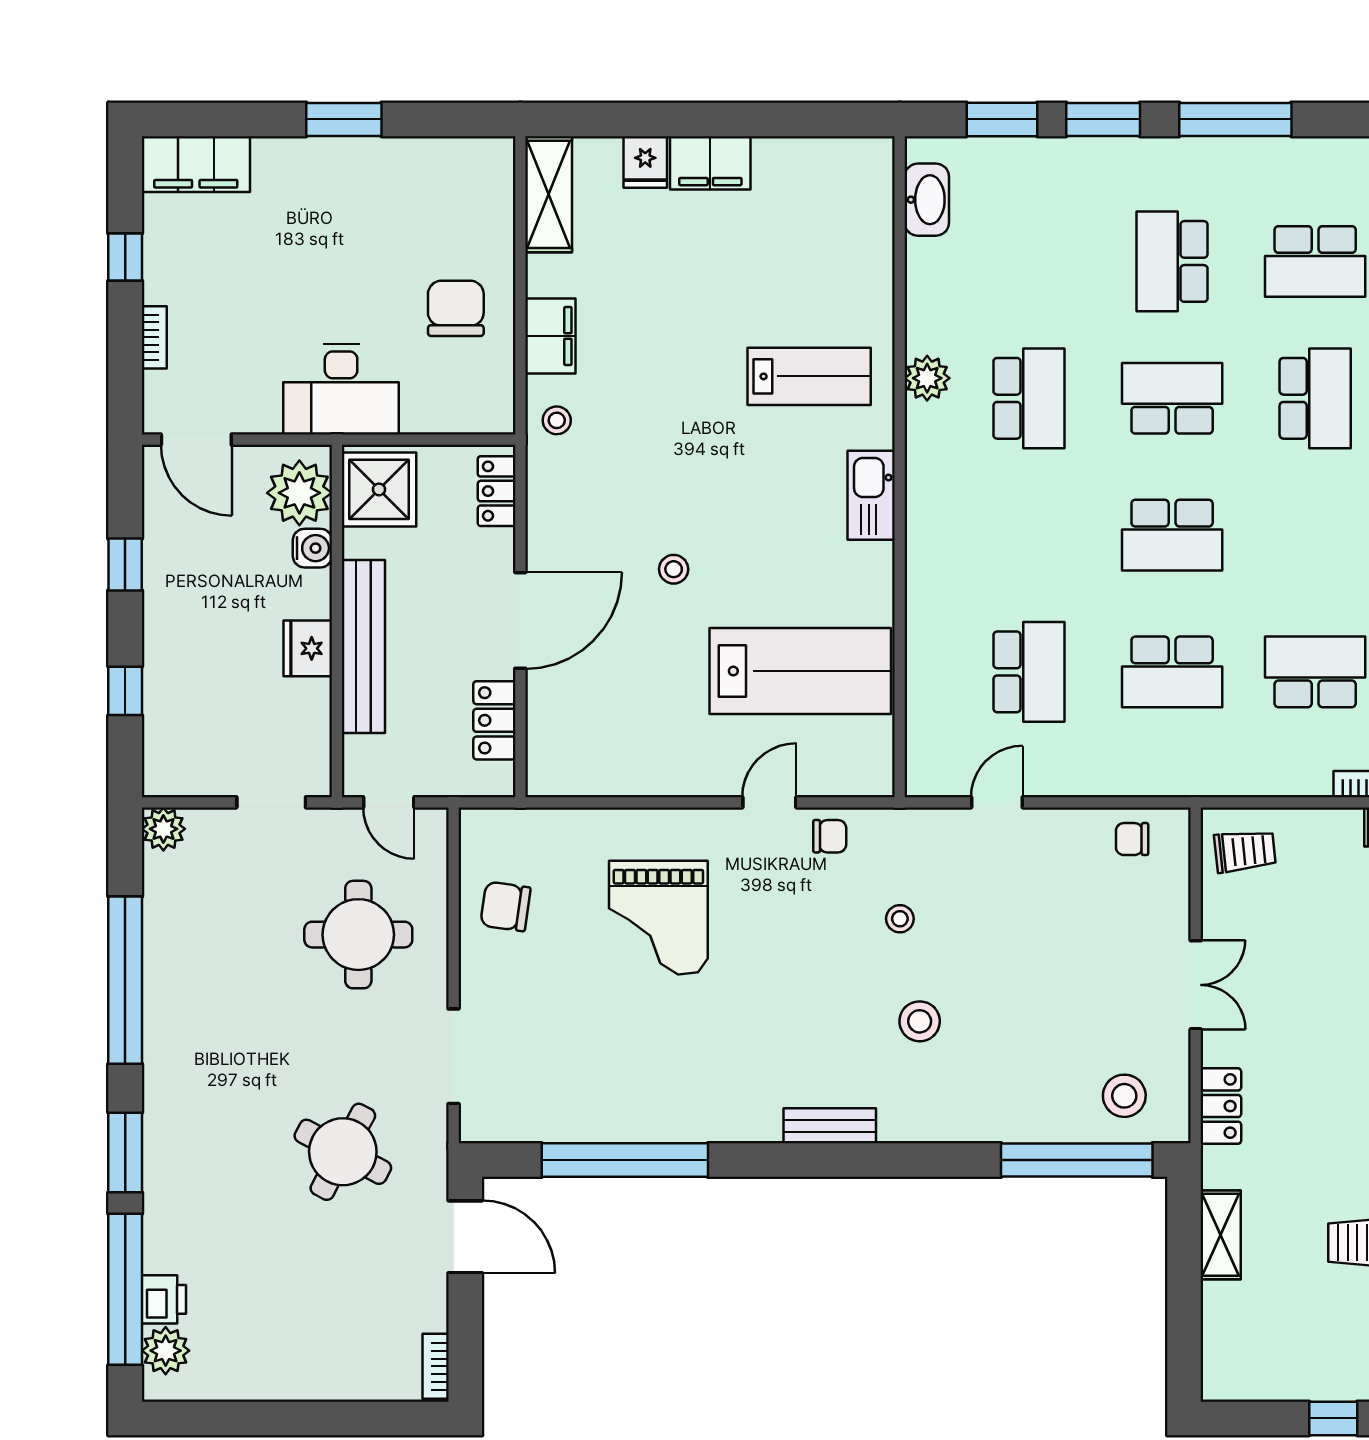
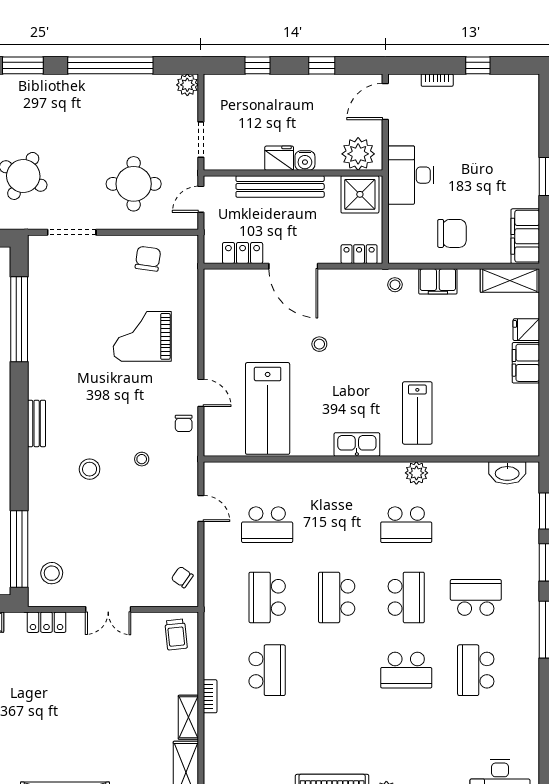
filing cabinet: (196, 164) -> (525, 236), moved
water cooler: (312, 548) -> (305, 161), moved
chair: (1132, 839) -> (182, 577), turned -55

